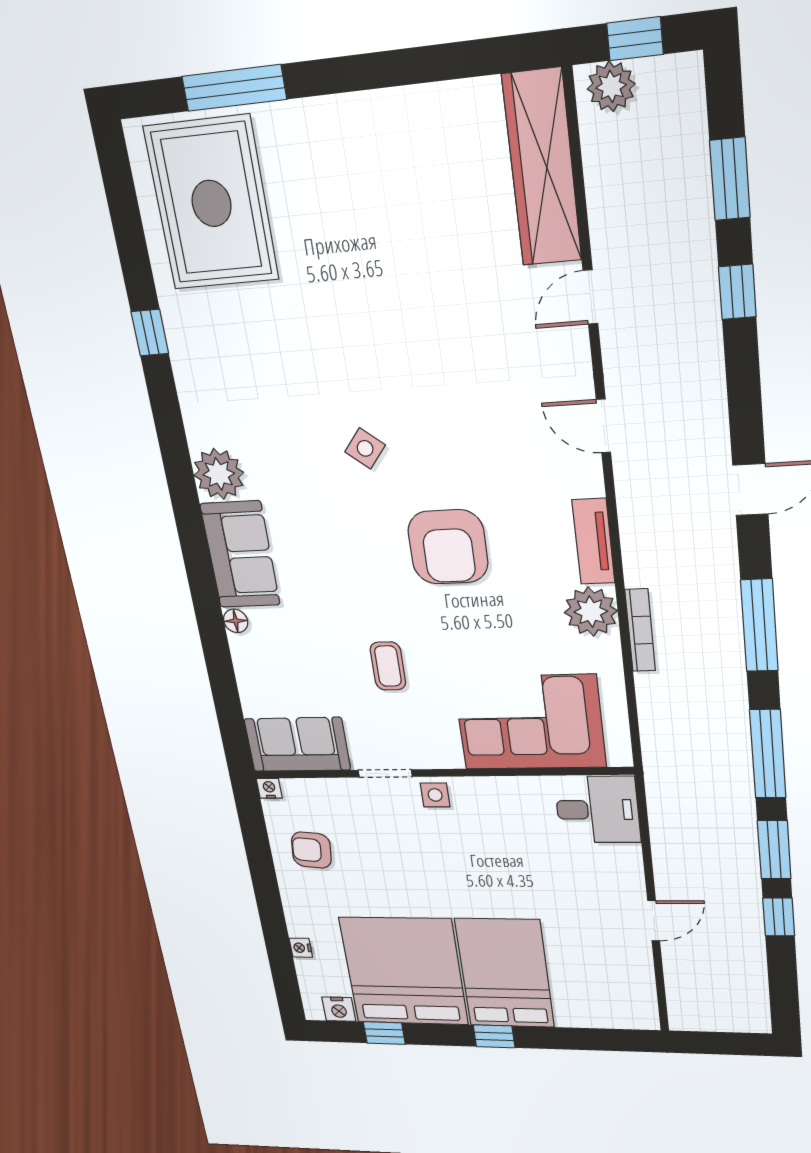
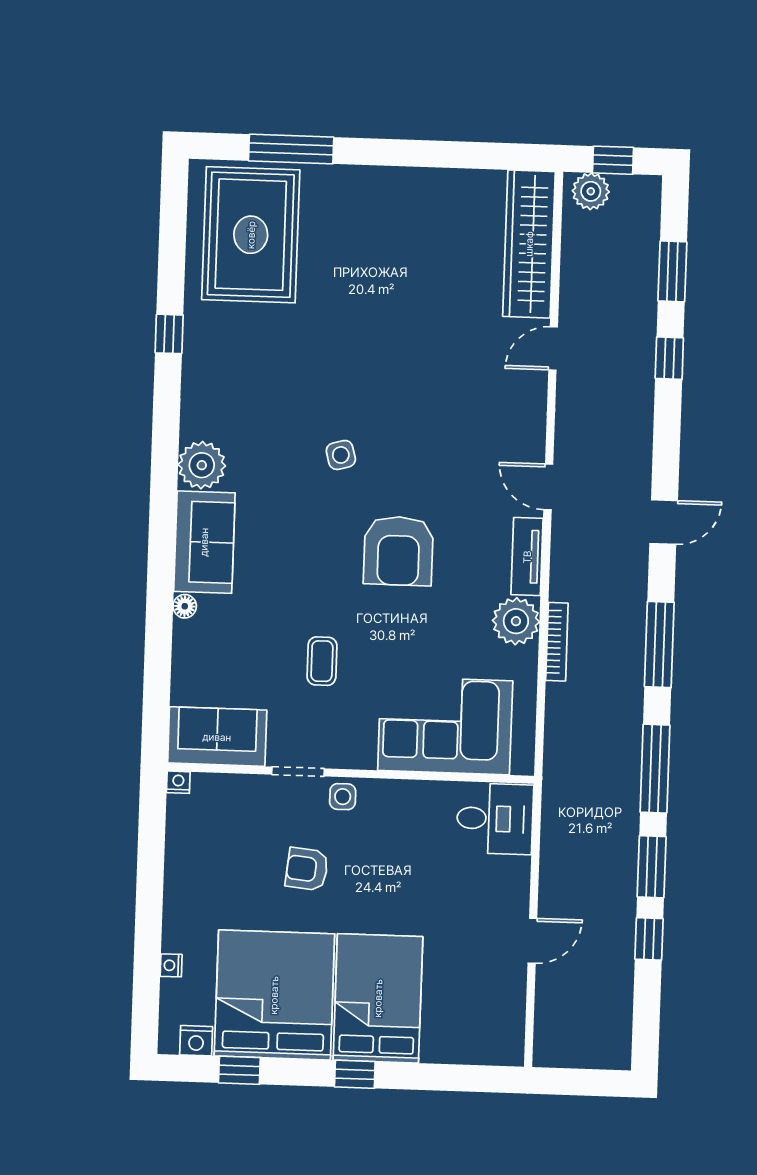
door: (604, 426) -> (548, 487), moved
side table: (365, 448) -> (341, 455), turned 36
armchair: (311, 850) -> (307, 869), moved

